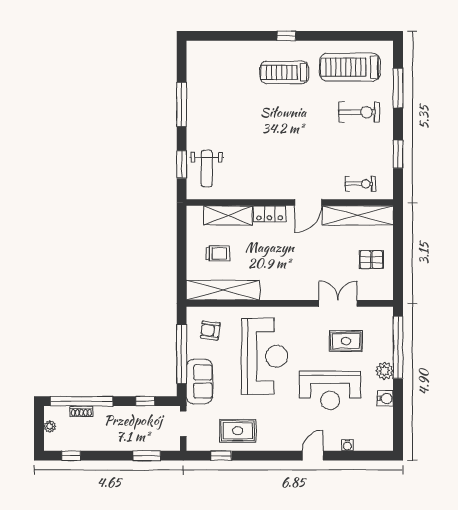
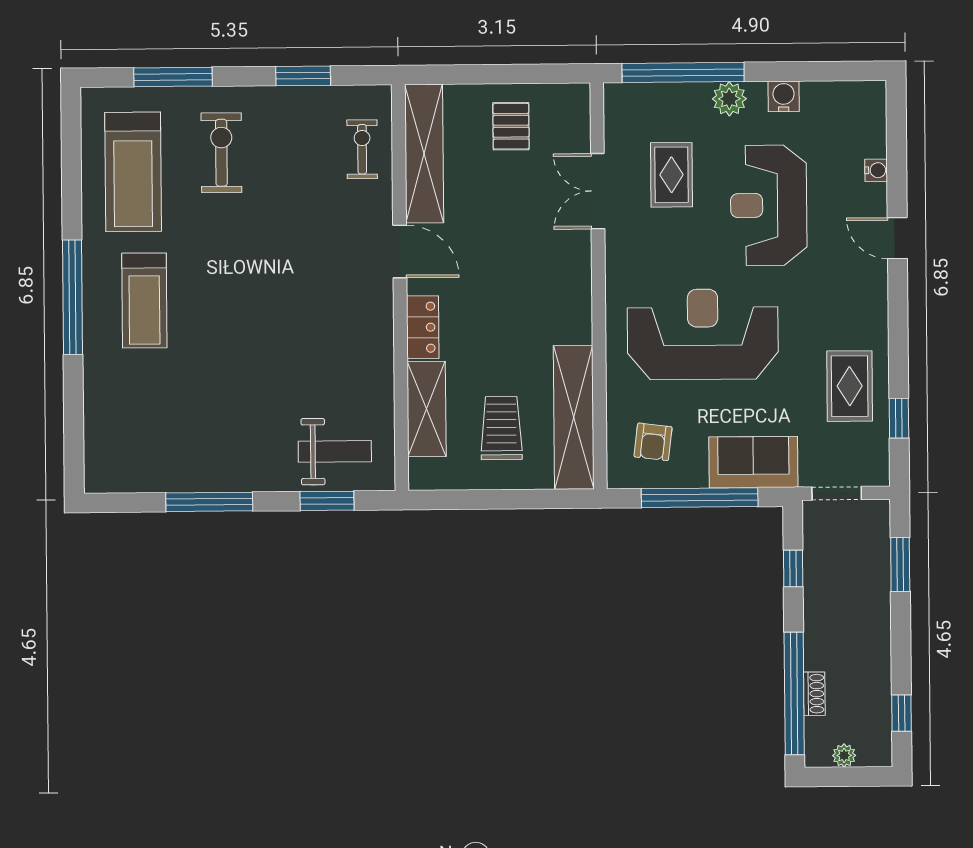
window: (286, 36) -> (73, 297), width x3.17
trolley: (218, 253) -> (501, 428), width x1.36, depth x1.39
reception desk: (330, 390) -> (769, 205), turned 180

